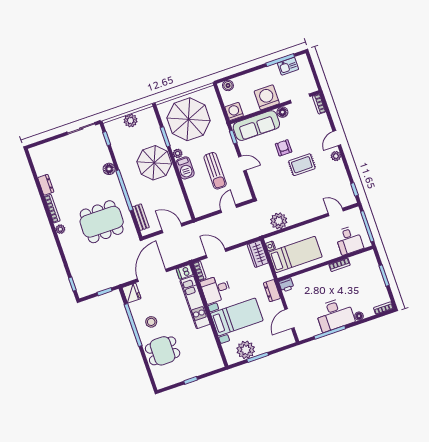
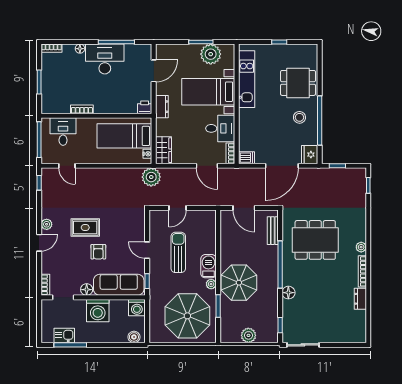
plant: (279, 221) -> (151, 177), moved
kitchen unit: (195, 302) -> (247, 79), moved

